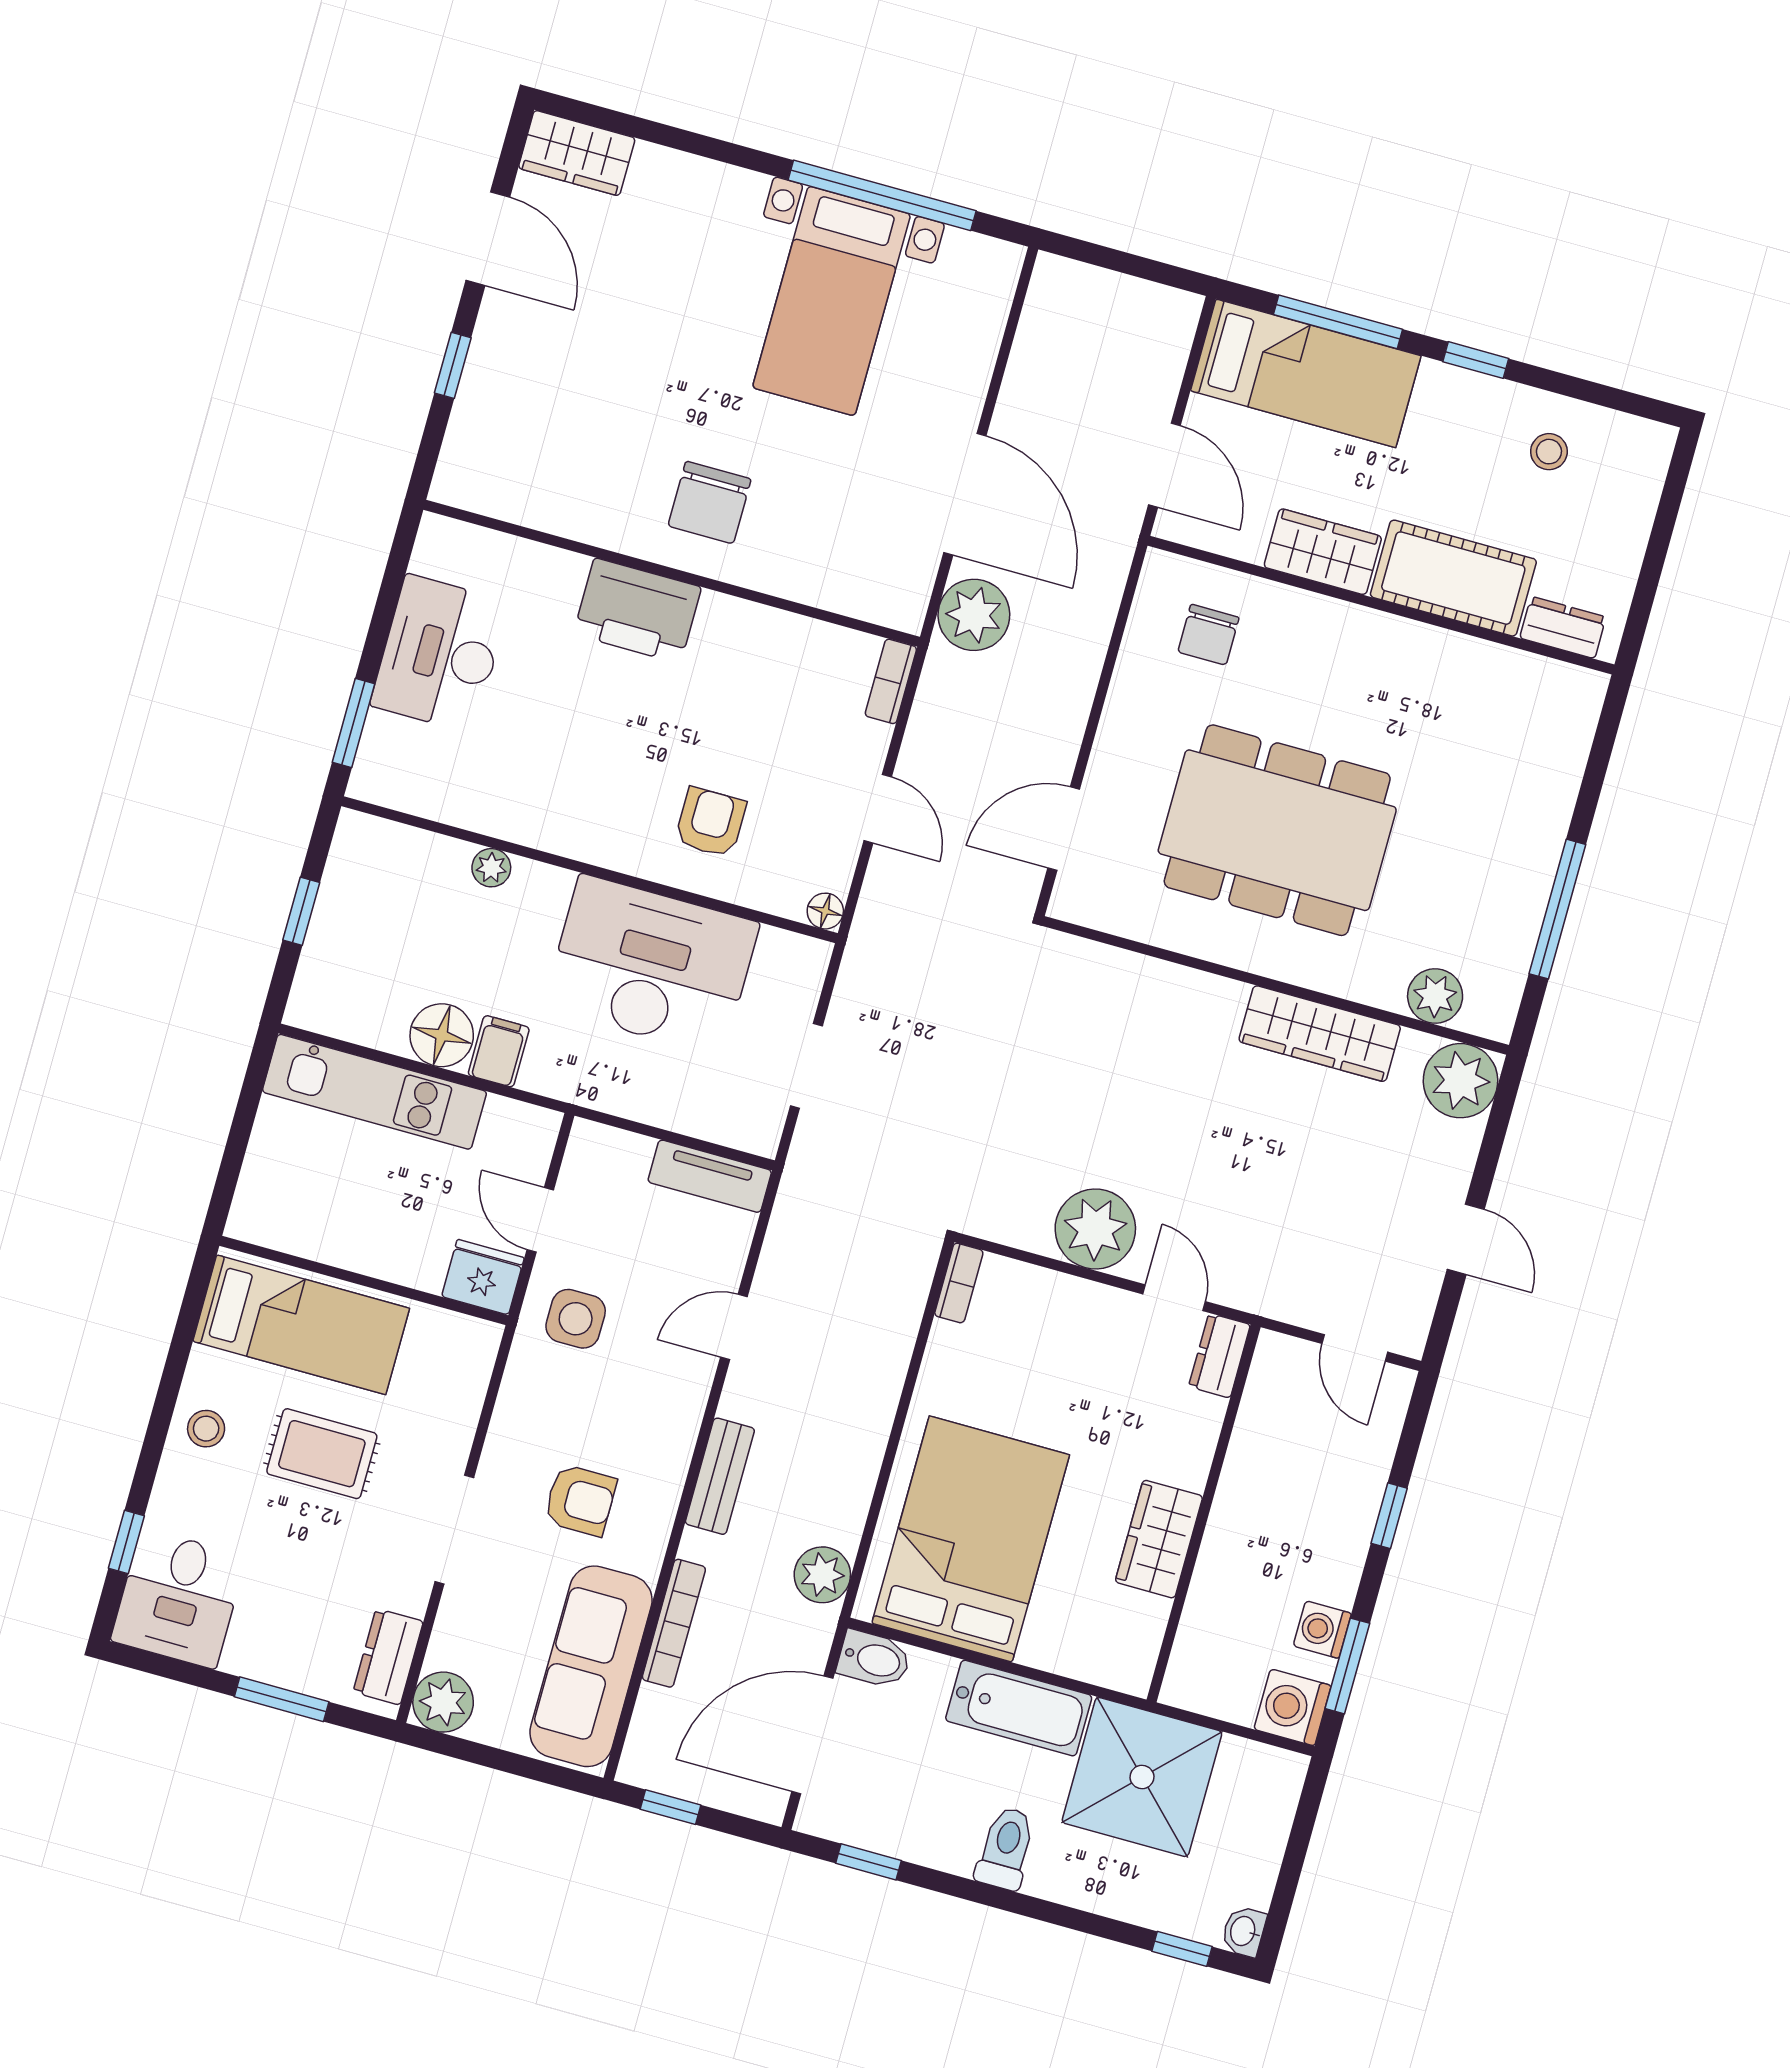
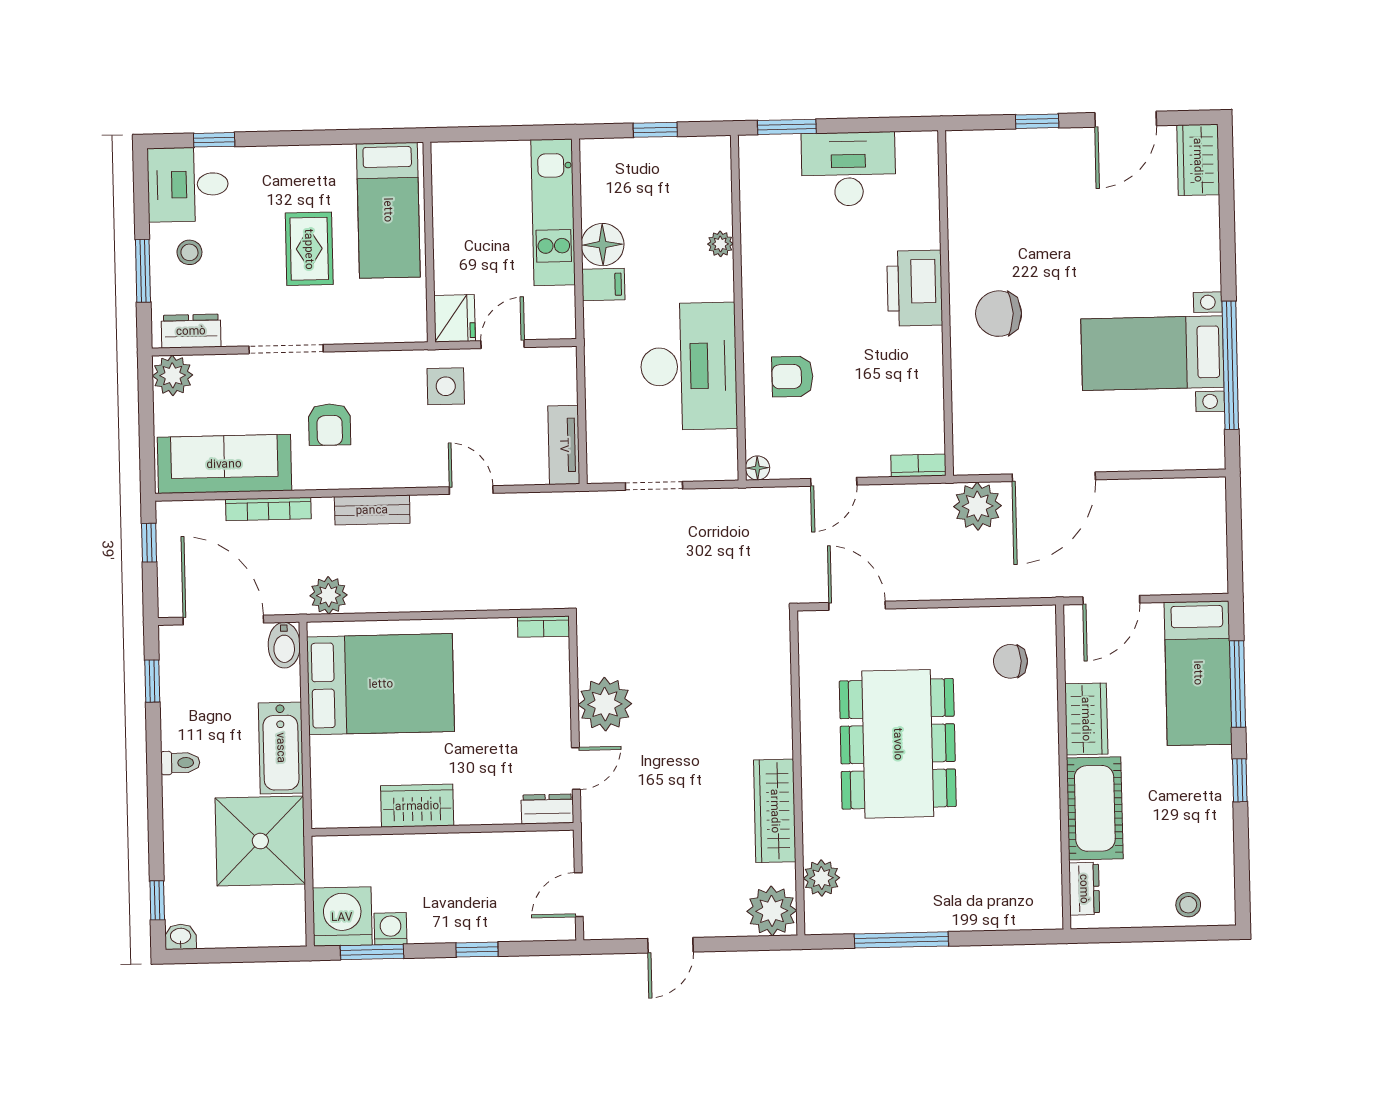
stool: (1549, 452) -> (1188, 905), moved
armchair: (710, 822) -> (792, 377), turned 180
stool: (206, 1429) -> (189, 252), moved
washing machine: (1292, 1707) -> (342, 917), width x1.37, depth x1.37
toilet: (1006, 1848) -> (180, 763), width x0.73, depth x0.72

